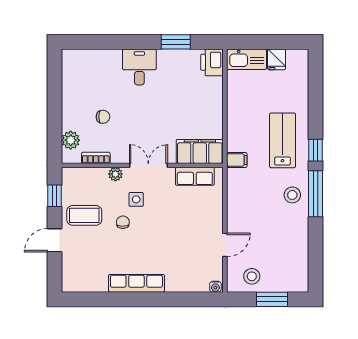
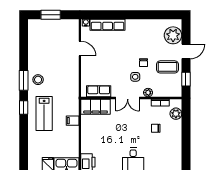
filing cabinet: (237, 160) -> (73, 121), moved
window: (315, 194) -> (24, 80), width x0.69
door: (225, 245) -> (80, 49), swing flipped
plant: (75, 266) -> (173, 35), added
stool: (252, 276) -> (63, 29), removed
row of seats: (136, 283) -> (108, 25), moved

